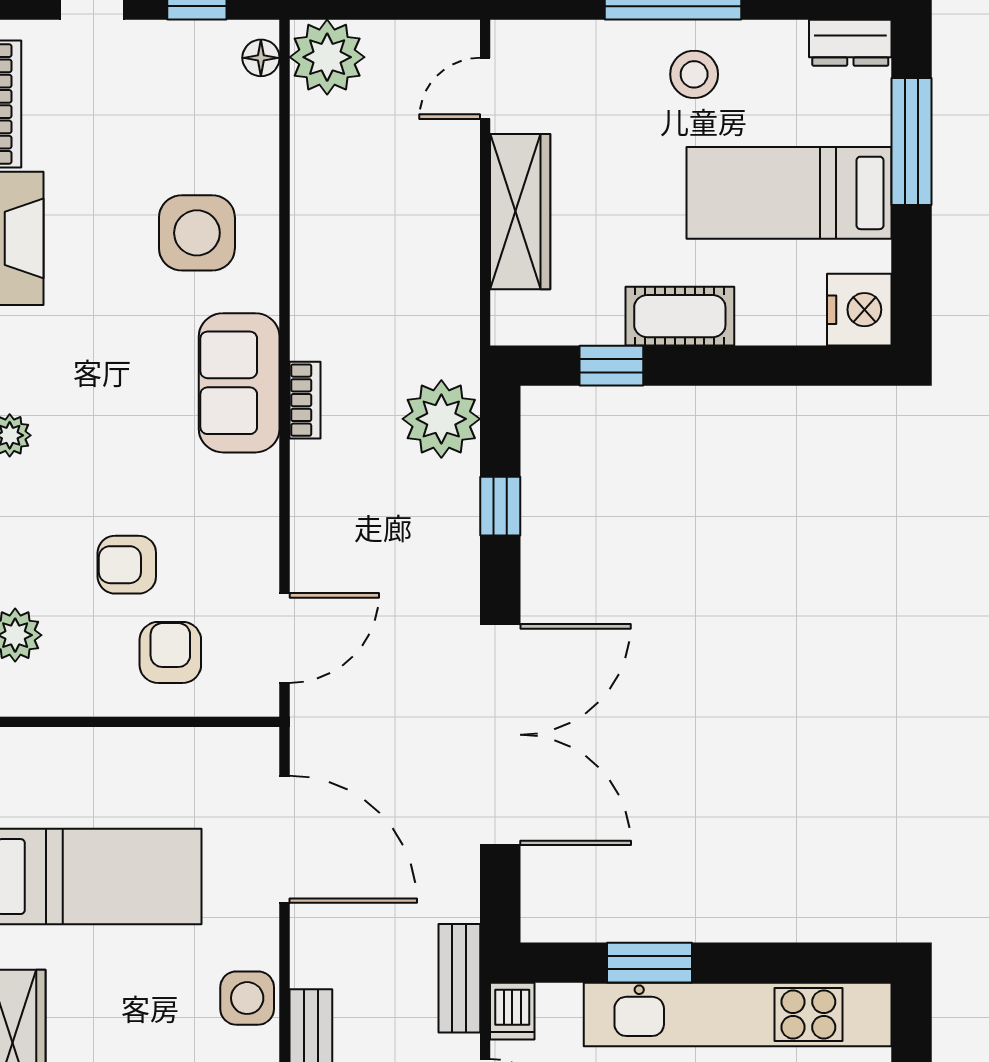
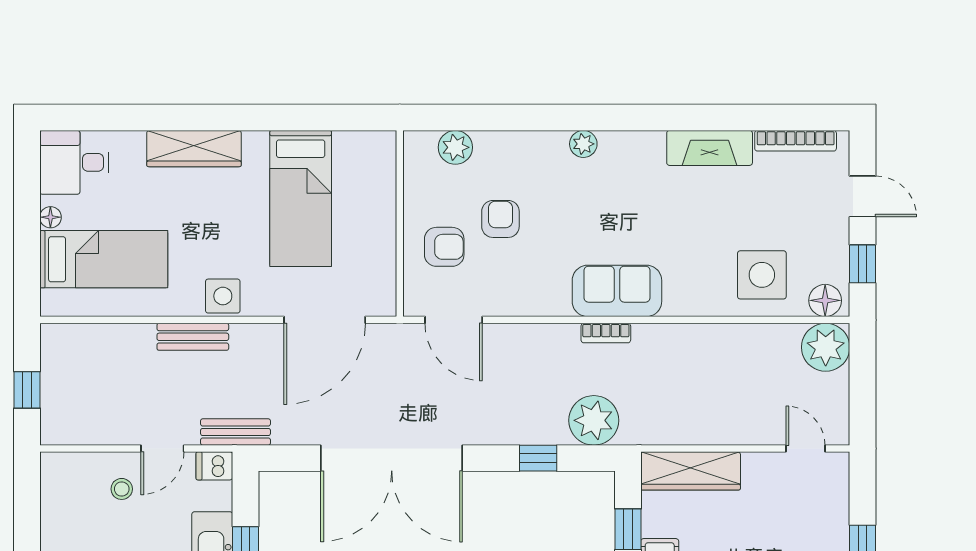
floor lamp: (261, 58) -> (825, 300), width x1.37, depth x1.37
wardrobe: (520, 212) -> (691, 471), moved
side table: (197, 233) -> (762, 275), moved

